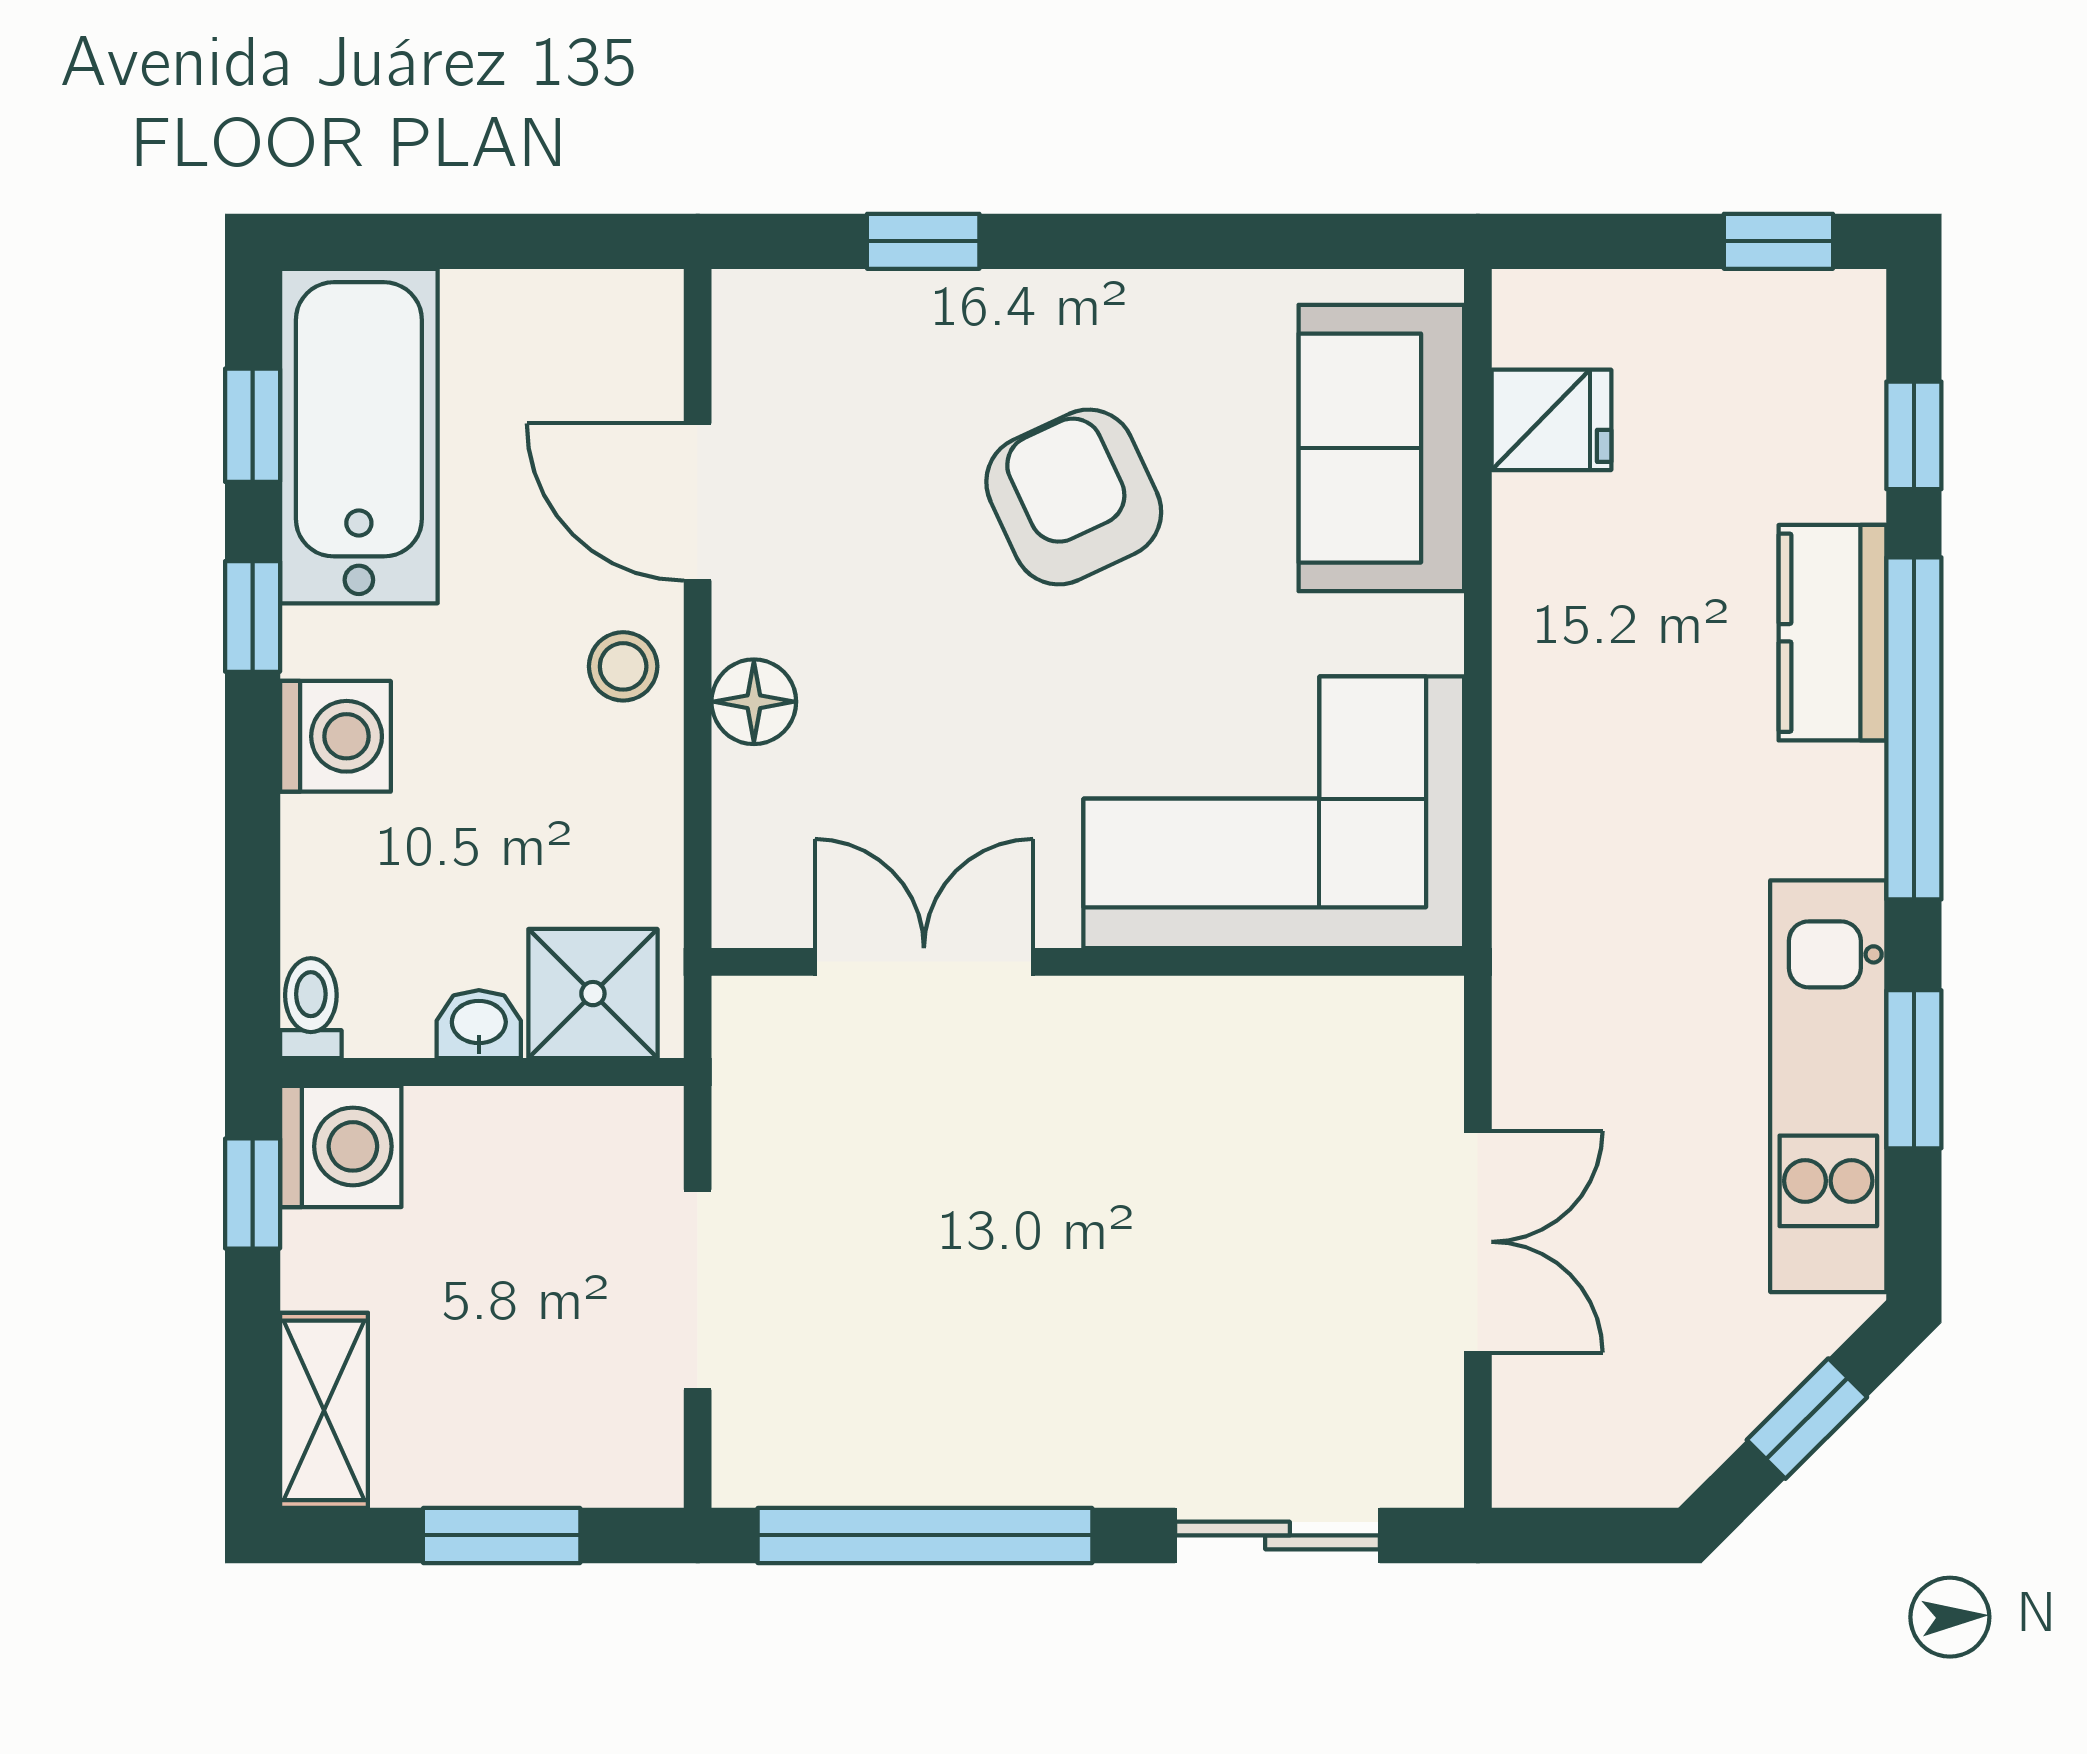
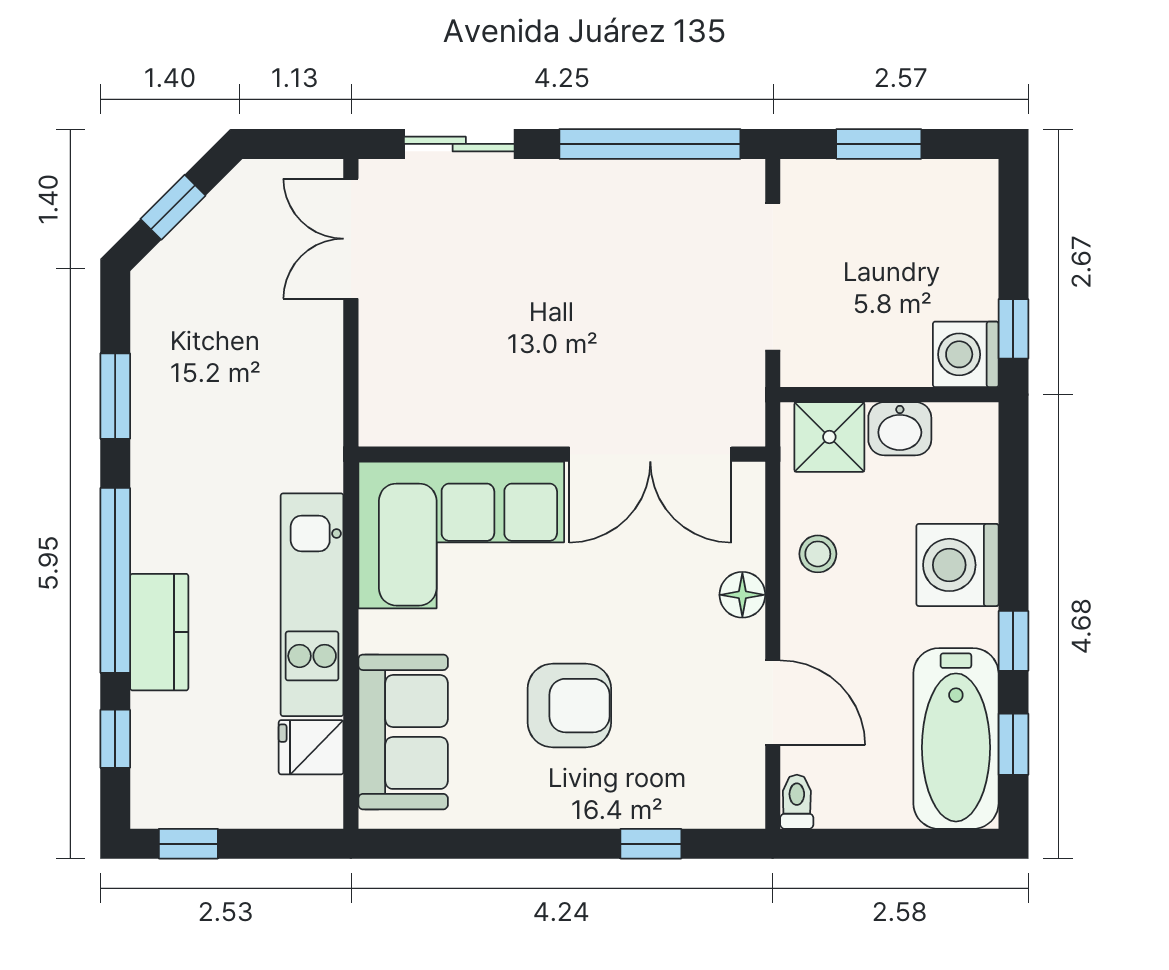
armchair: (1074, 497) -> (569, 706), turned -65
stool: (623, 666) -> (818, 554), moved
washing machine: (335, 736) -> (957, 565), width x1.37, depth x1.37
double door: (924, 962) -> (650, 454), width x1.37
toilet: (311, 1008) -> (797, 802), moved, turned 180
washbasin: (479, 1024) -> (900, 429), width x1.38, depth x1.45
kitchen unit: (1828, 1086) -> (312, 605), moved, turned 180
double door: (1478, 1242) -> (351, 239), moved
doorway: (698, 1290) -> (773, 277), width x1.36
shelving: (324, 1410) -> (975, 212), removed

